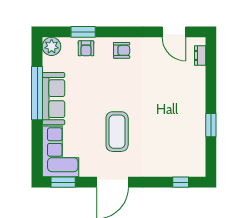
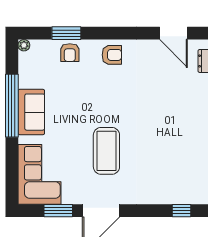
plant: (52, 46) -> (24, 45), width x0.53, depth x0.53
sofa: (53, 99) -> (31, 112), width x0.73
window: (63, 182) -> (58, 211), moved

